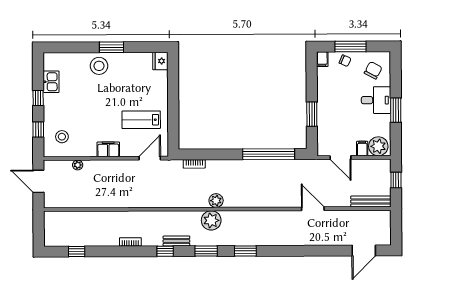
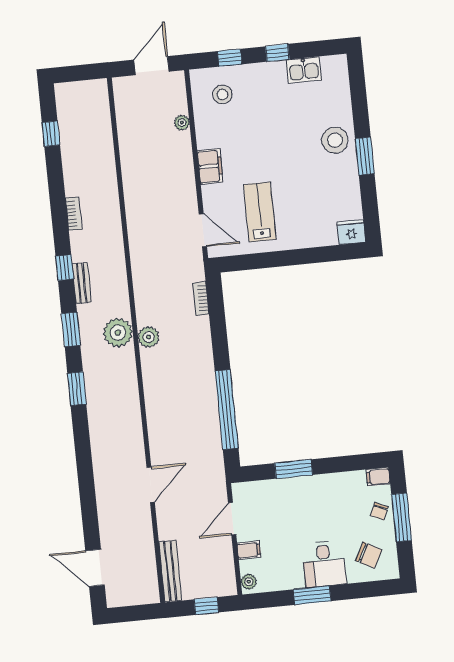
plant: (378, 146) -> (249, 582), width x0.53, depth x0.53

